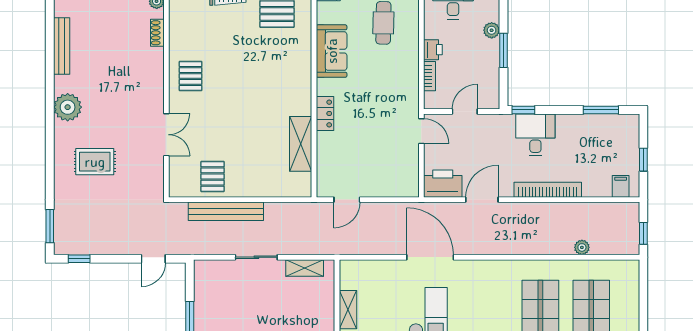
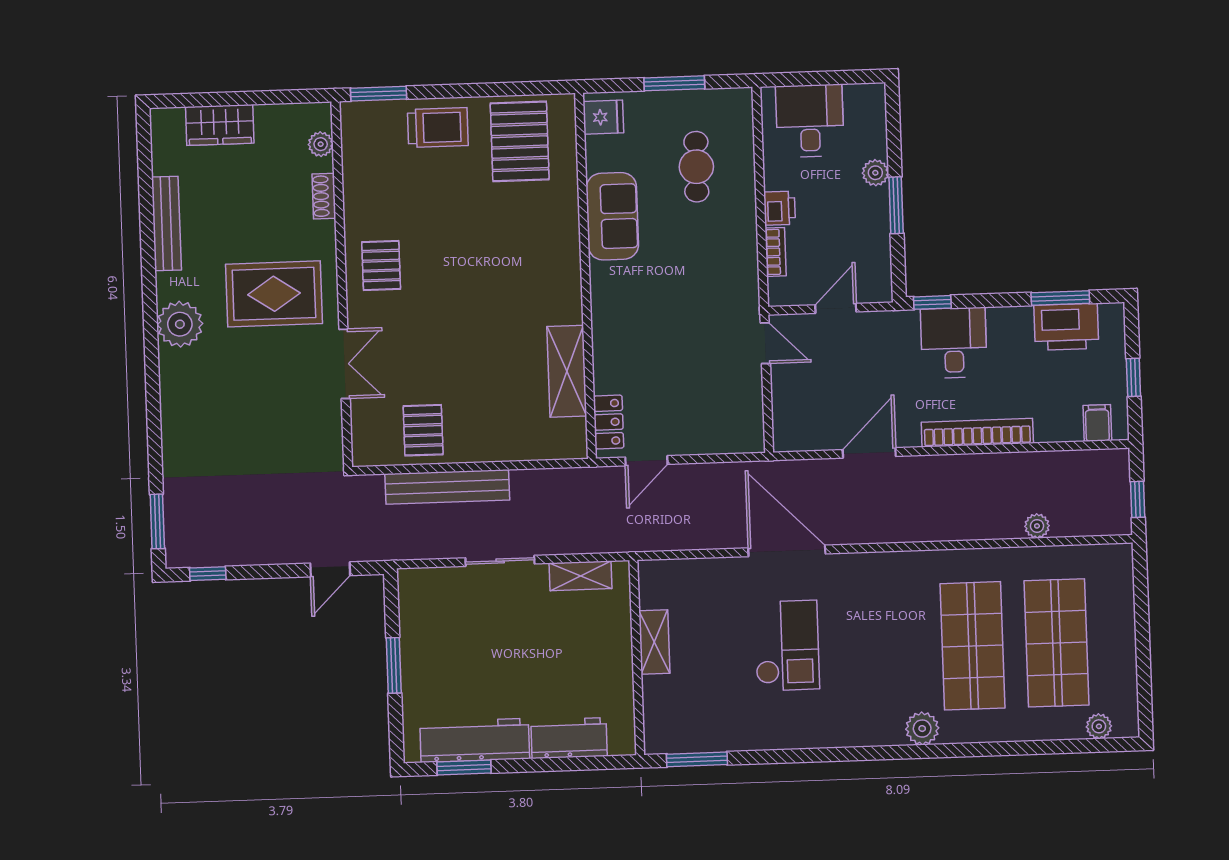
locker: (325, 113) -> (609, 422), moved
rug: (95, 162) -> (274, 294), moved, width x1.36, depth x1.43
printer: (443, 184) -> (1066, 327), moved, turned 180

